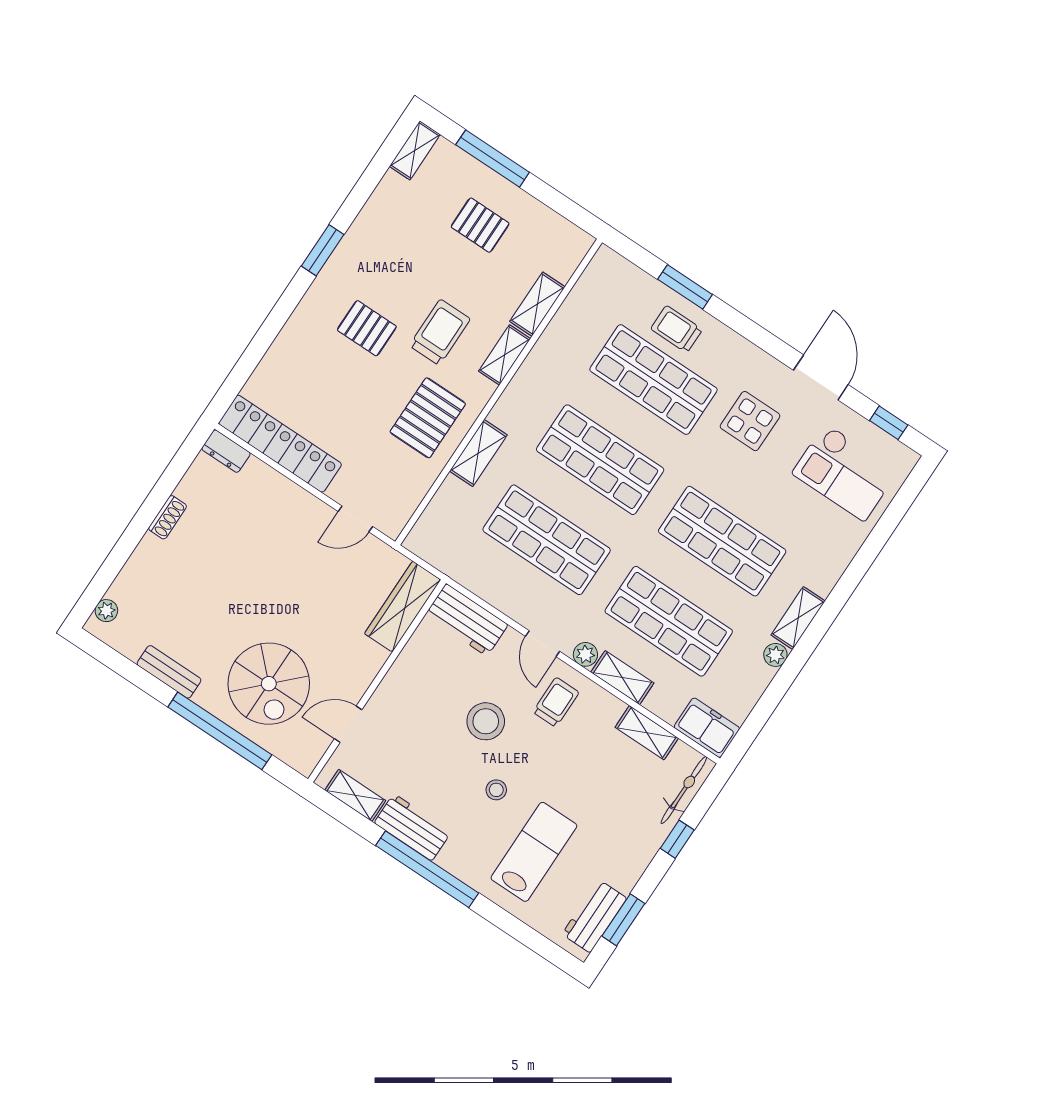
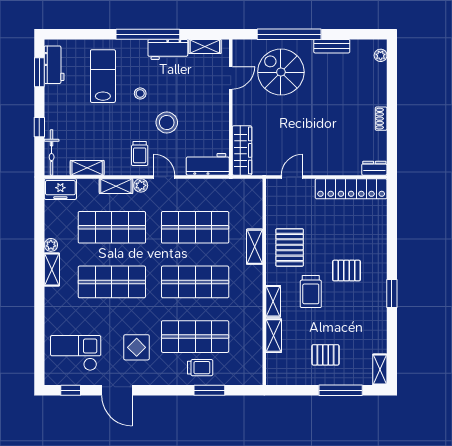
lab bench: (534, 852) -> (103, 76), turned 180

